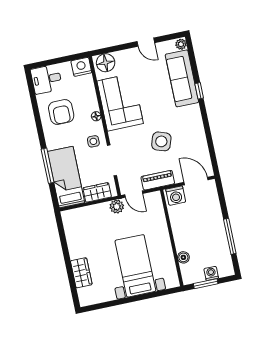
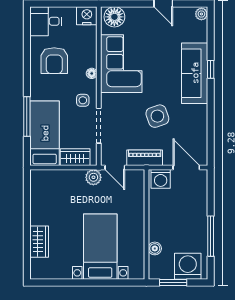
sofa: (182, 78) -> (195, 73), moved
side table: (161, 141) -> (157, 116), turned -38
washing machine: (211, 273) -> (188, 266), width x1.89, depth x1.89

